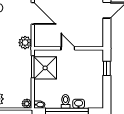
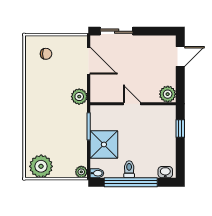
plant: (97, 41) -> (168, 94), added
shower: (45, 68) -> (104, 144), moved
washbasin: (79, 104) -> (165, 172), moved

